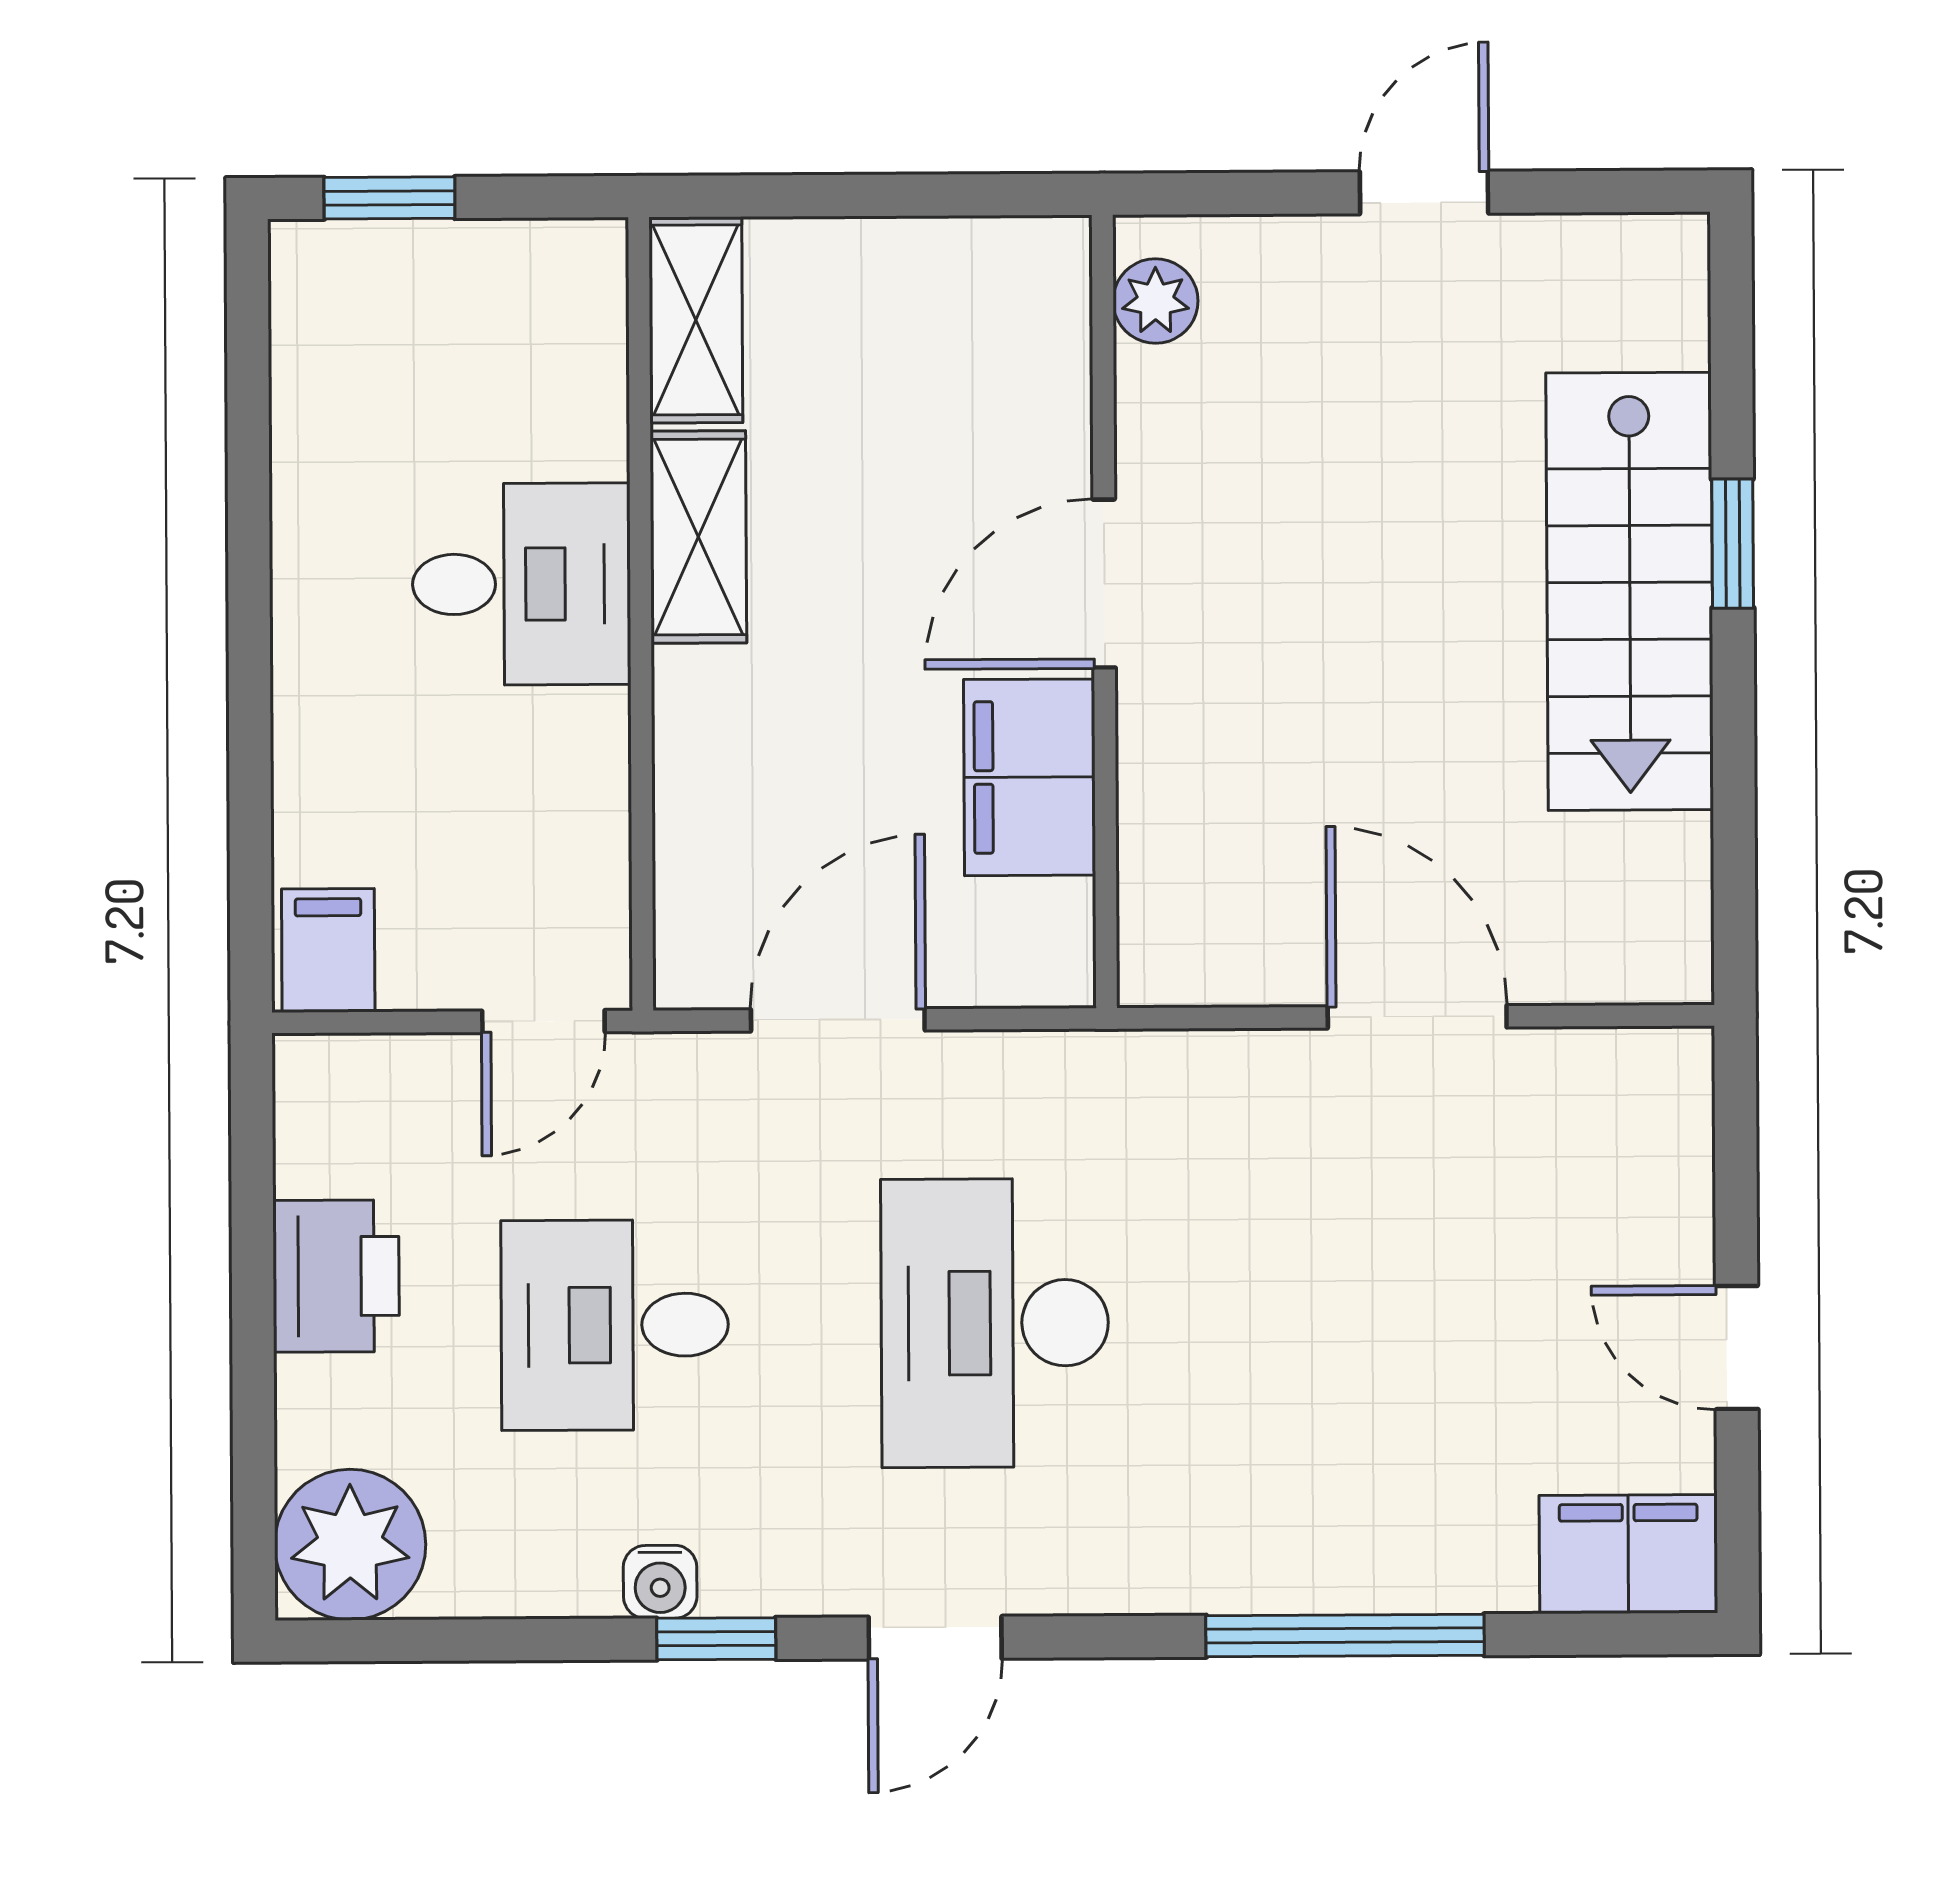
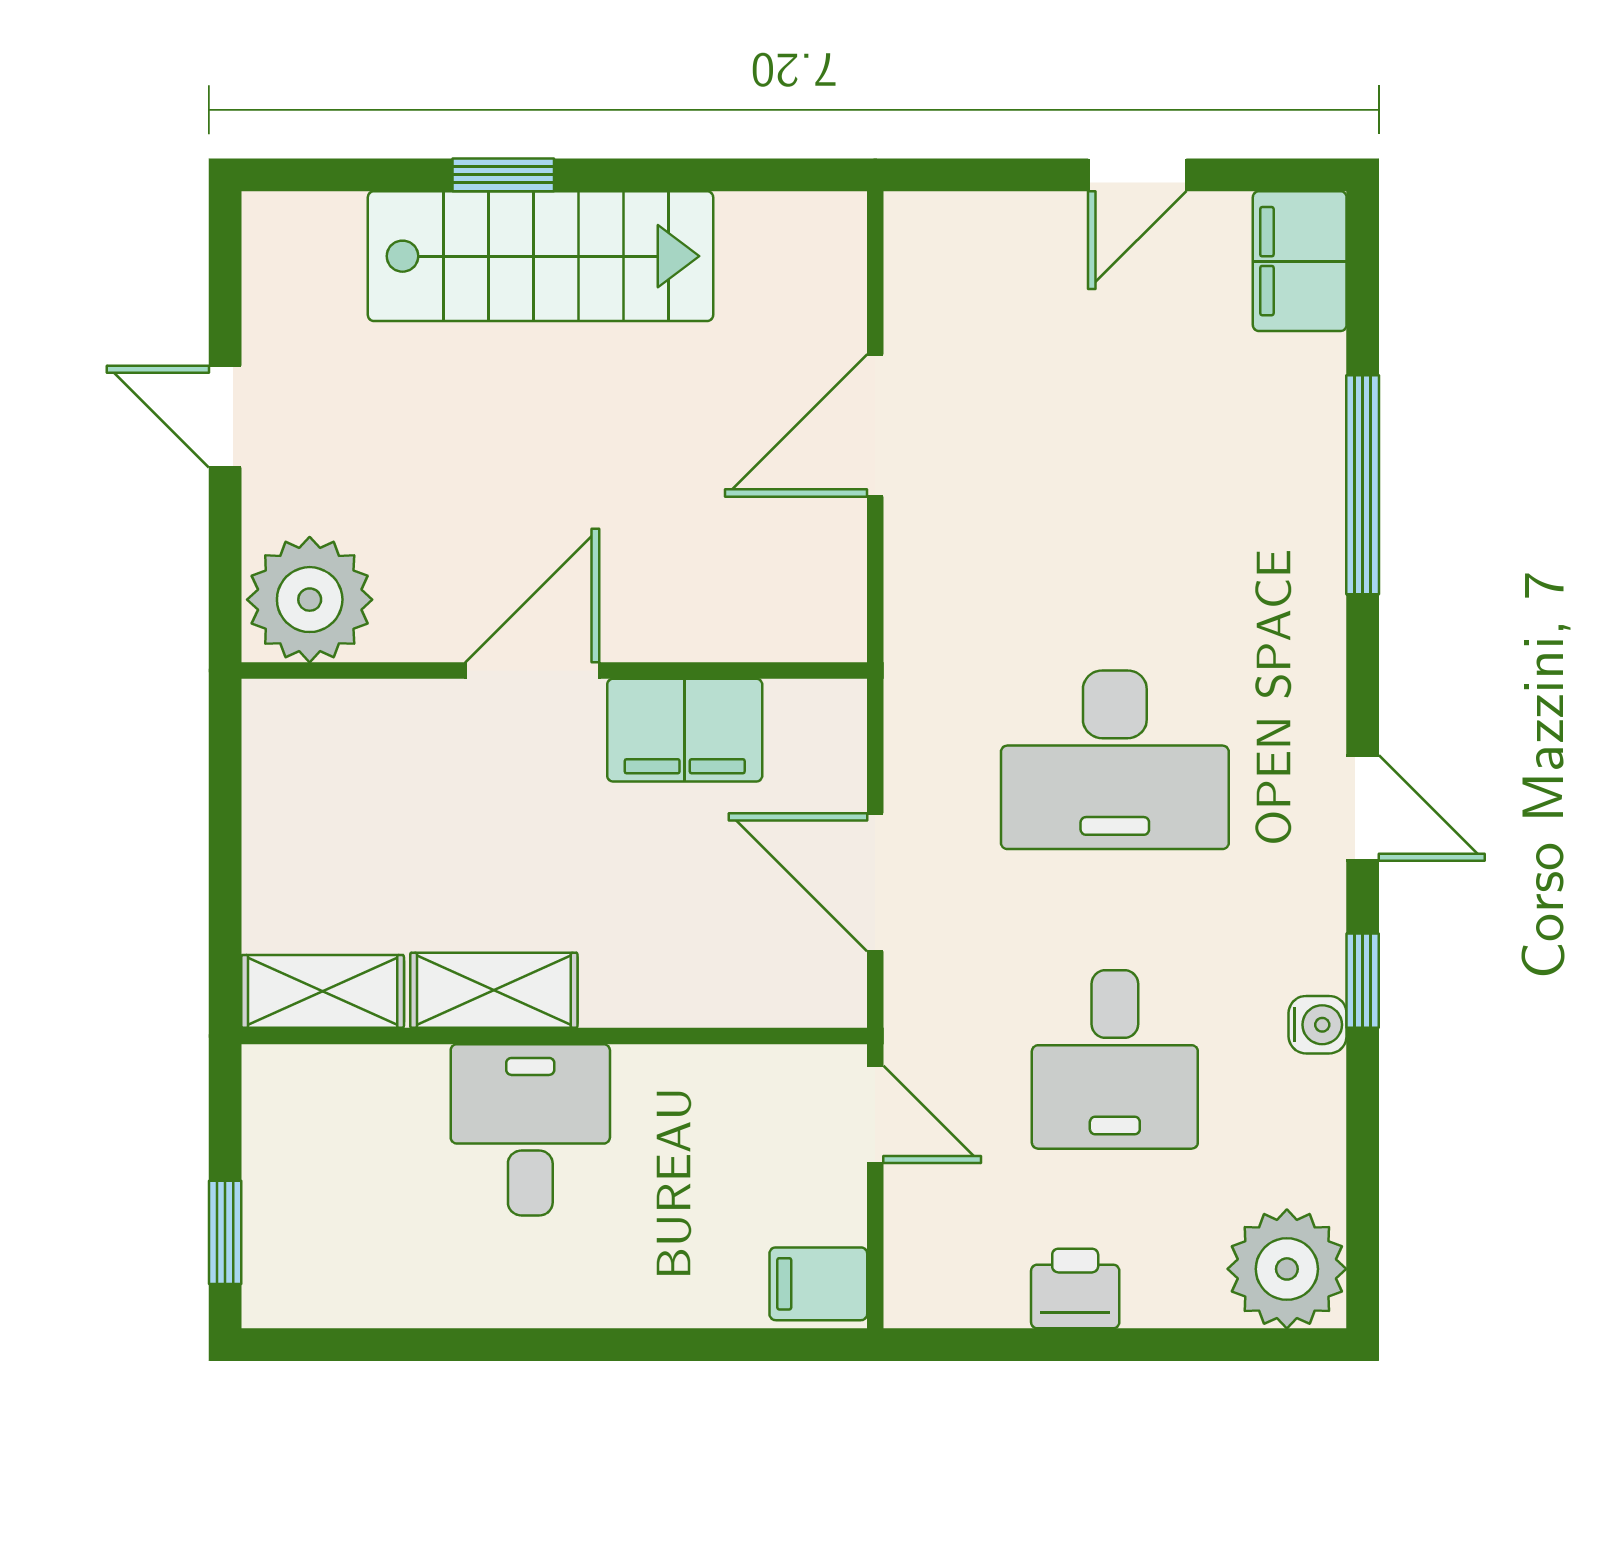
plant: (1155, 301) -> (310, 600), width x1.88, depth x1.88
door: (1104, 584) -> (532, 670), swing flipped
printer: (336, 1276) -> (1075, 1289), width x0.73, depth x0.81

